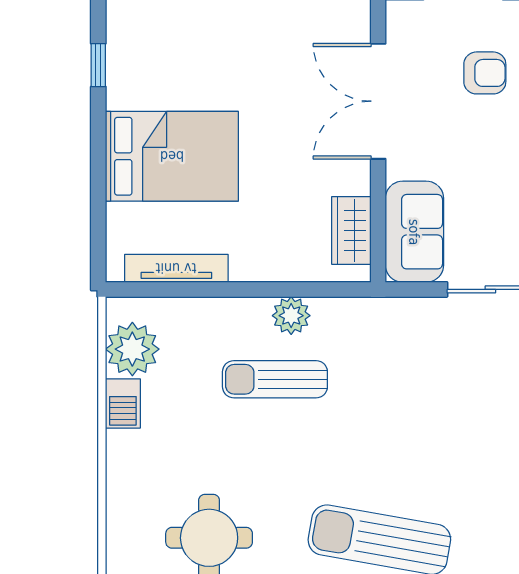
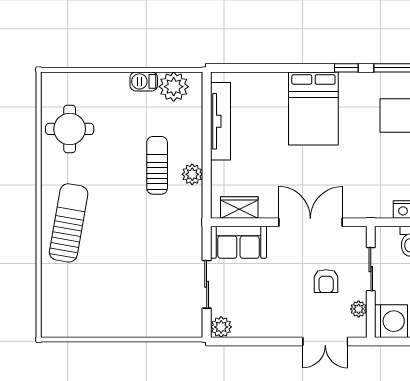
window: (98, 65) -> (346, 68), moved
bed: (172, 156) -> (313, 108), moved
tv unit: (176, 268) -> (220, 121), width x1.36, depth x1.29

